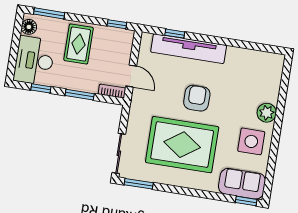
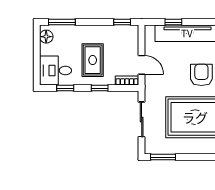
rug: (79, 44) -> (93, 60), moved
desk: (34, 61) -> (55, 71), width x0.73
window: (80, 95) -> (100, 88), width x0.67
sliding door: (119, 153) -> (142, 119), moved

